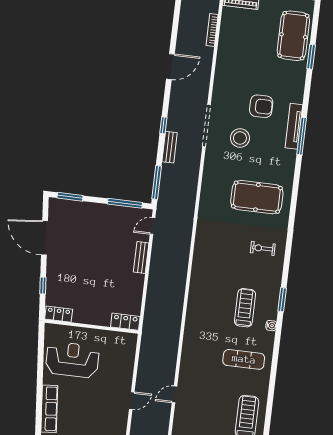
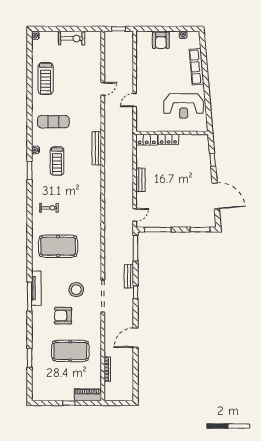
pool table: (293, 36) -> (70, 351), moved, turned 90
tv unit: (294, 126) -> (36, 288), moved
bench: (141, 257) -> (140, 180), moved
locker: (59, 314) -> (168, 139), moved
bench: (191, 318) -> (97, 148), added
door: (132, 401) -> (135, 100), moved

